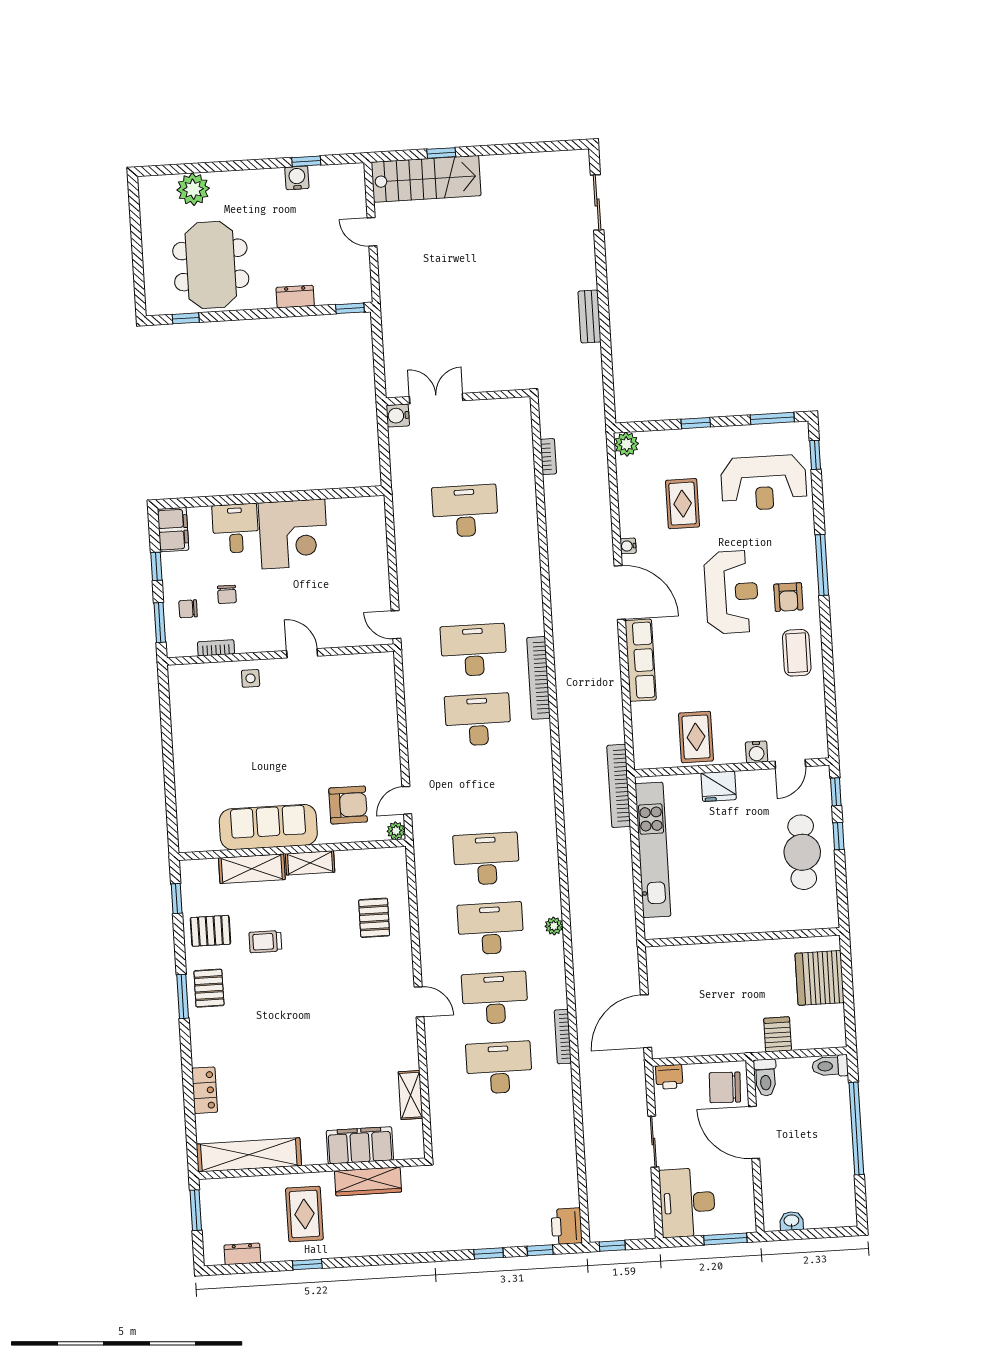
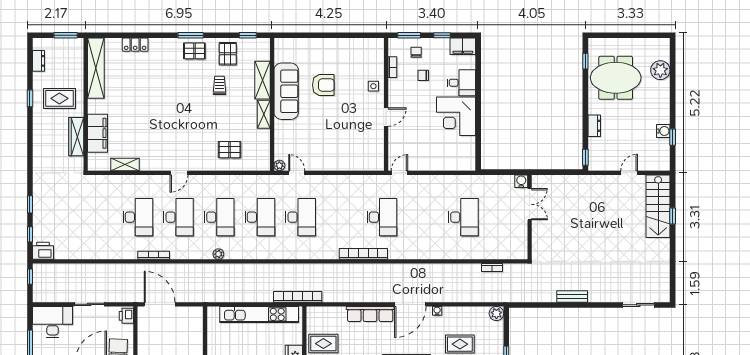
desk: (478, 720) -> (301, 217), moved
armchair: (348, 805) -> (323, 85), moved, turned -90

